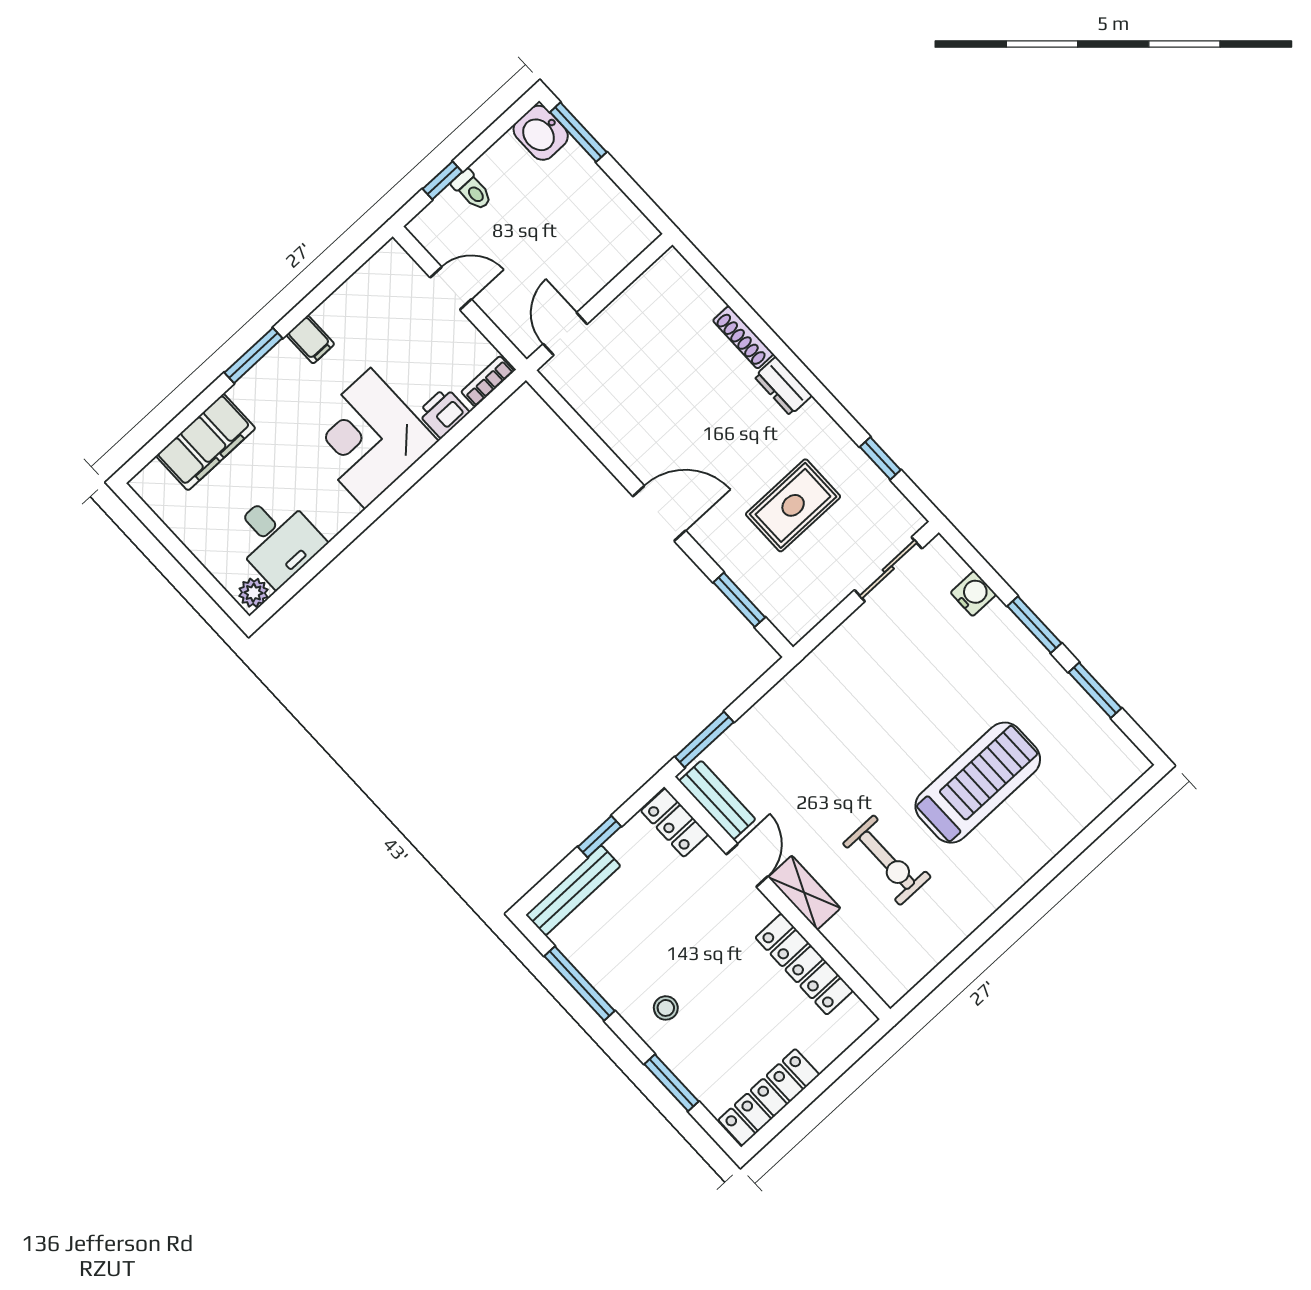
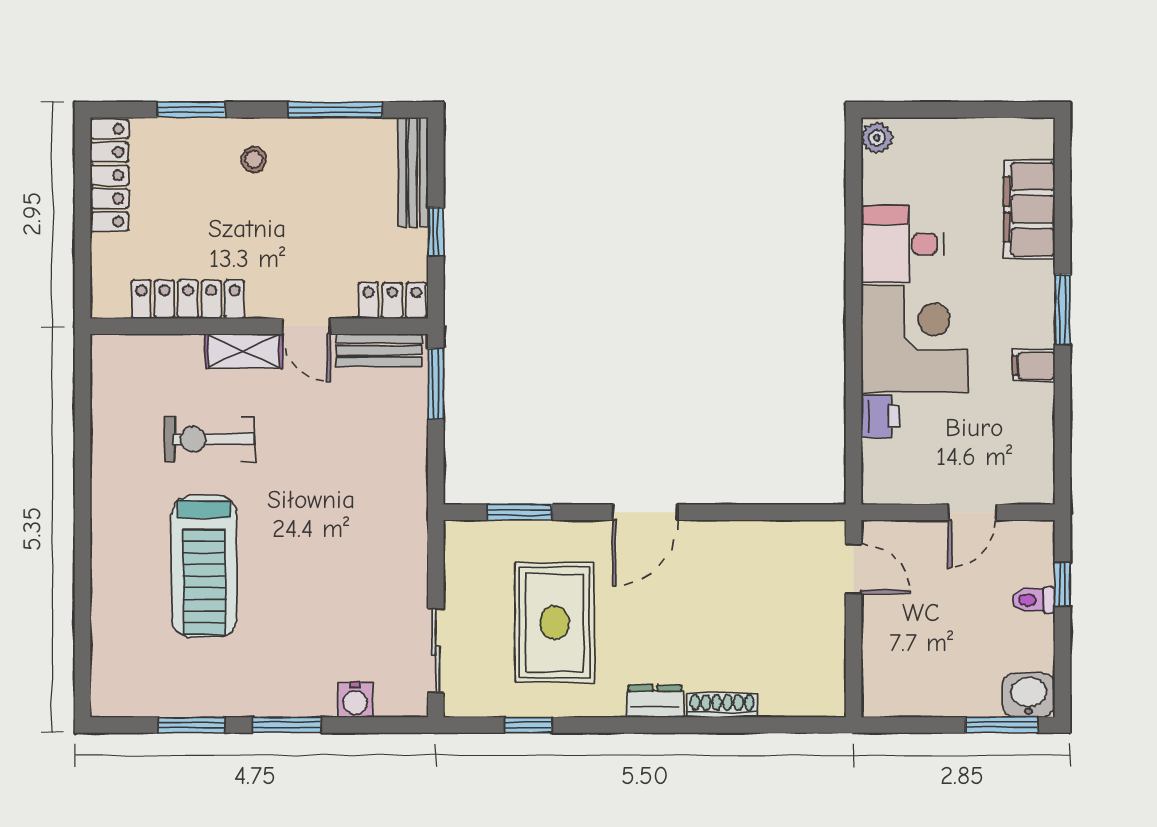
bookcase: (488, 381) -> (873, 474), removed
rug: (793, 505) -> (555, 623), width x1.36, depth x1.43
desk: (276, 539) -> (902, 244), moved

